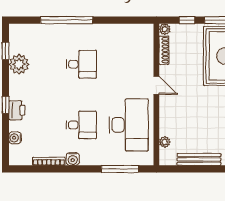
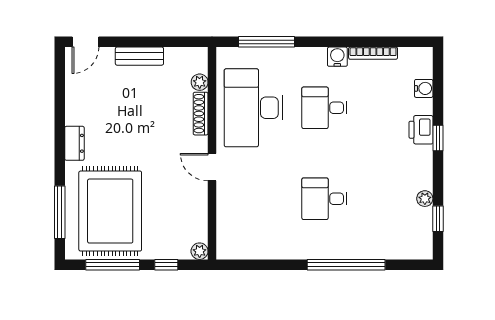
shoe rack: (164, 50) -> (201, 114), moved
plant: (19, 64) -> (425, 199), width x0.53, depth x0.53
bench: (199, 159) -> (139, 56), width x0.73

